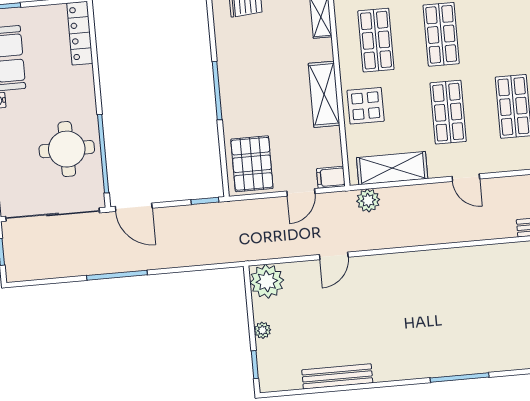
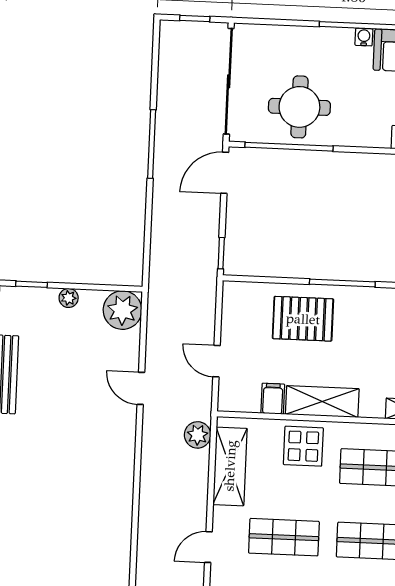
pallet: (252, 164) -> (303, 319), moved
filing cabinet: (331, 177) -> (273, 399), moved

